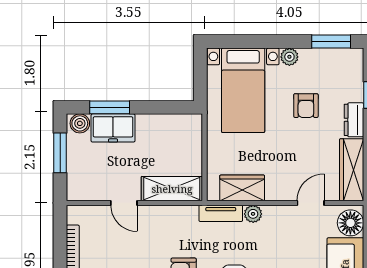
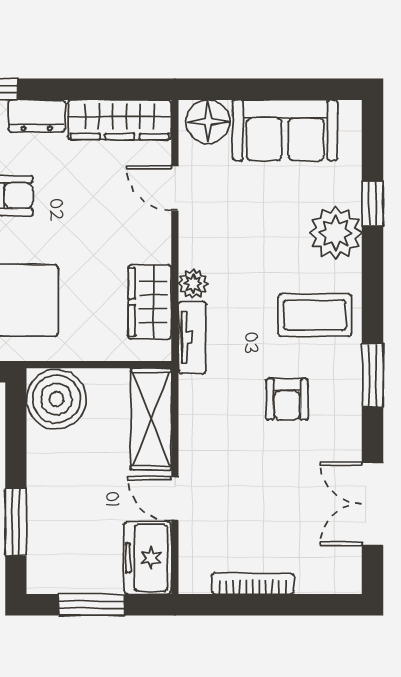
boiler: (80, 123) -> (56, 399), moved, width x1.86, depth x1.86
freezer: (113, 128) -> (148, 558), moved, turned 180
door: (124, 203) -> (175, 499), swing flipped

